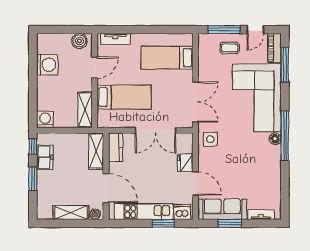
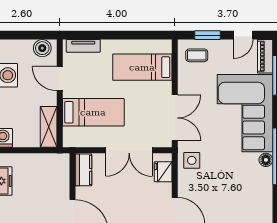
window: (224, 30) -> (207, 35), width x0.69
coffee table: (230, 48) -> (197, 55), moved
door: (95, 68) -> (60, 79), swing flipped
shelving: (96, 151) -> (61, 174), removed
fridge: (185, 163) -> (163, 172), moved

